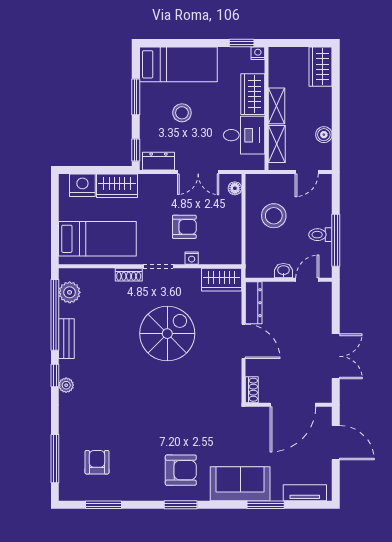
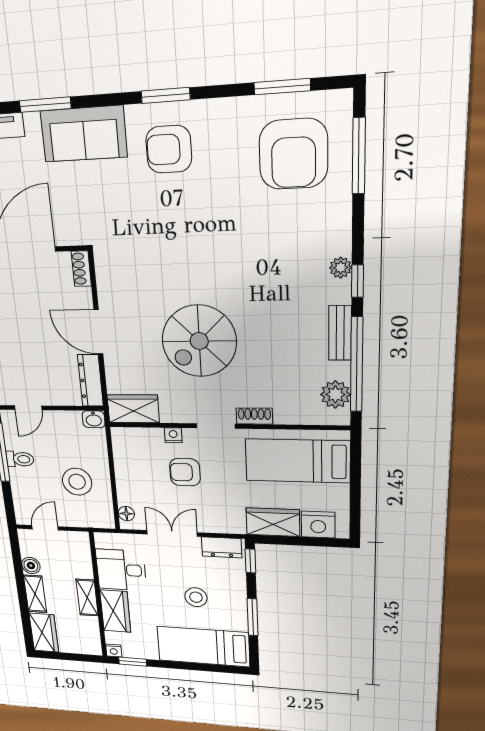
shelving: (277, 144) -> (35, 594), moved
washbasin: (283, 271) -> (94, 419), moved
armchair: (97, 462) -> (293, 154), width x1.88, depth x1.88

